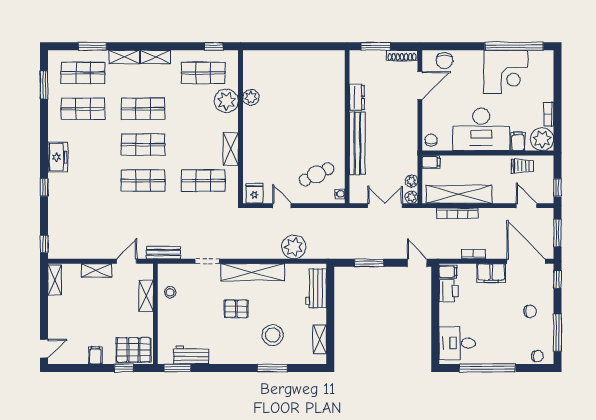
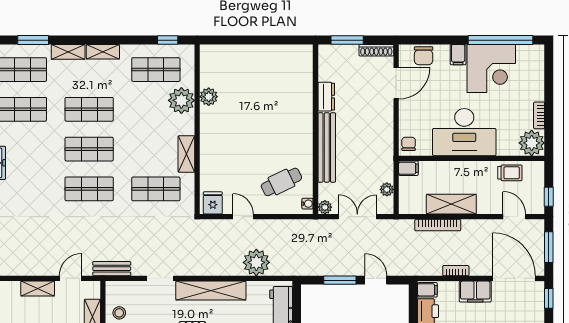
filing cabinet: (518, 141) -> (458, 55), moved, turned 180
shelving: (459, 194) -> (451, 204), width x0.68
plant: (411, 197) -> (325, 207), moved
door: (417, 263) -> (376, 280), moved

